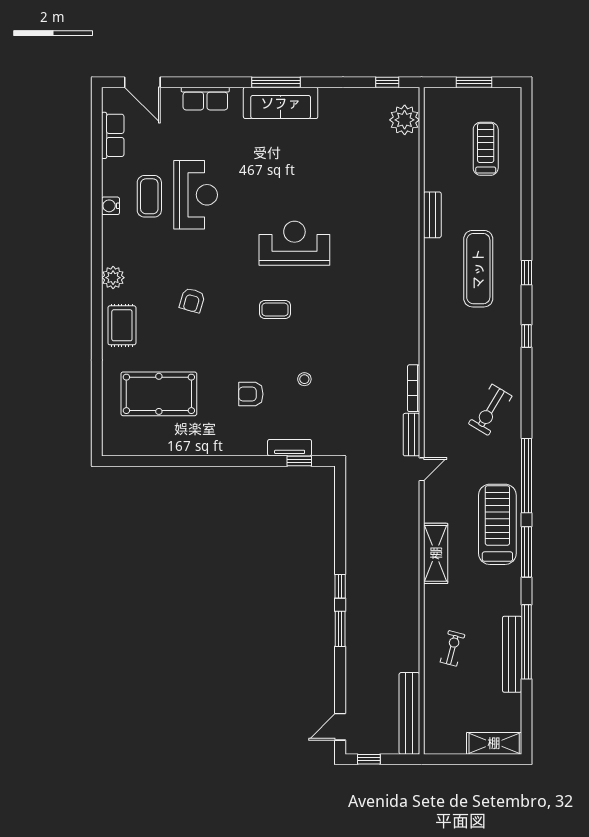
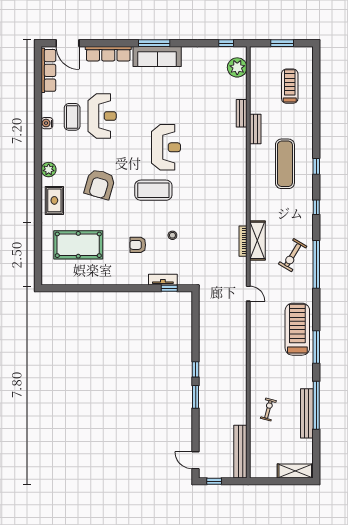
row of seats: (205, 99) -> (108, 54), width x1.48
row of seats: (113, 135) -> (48, 70), width x1.48
reception desk: (294, 243) -> (166, 147), turned 90
armchair: (192, 300) -> (100, 184), width x1.88, depth x1.88
coffee table: (275, 310) -> (153, 190), width x1.86, depth x1.72
bench: (411, 435) -> (242, 113), moved
door: (422, 469) -> (248, 294), hinge flipped
window: (527, 476) -> (316, 264), moved
shelving: (436, 553) -> (257, 240), moved
door: (340, 727) -> (196, 460), hinge flipped

